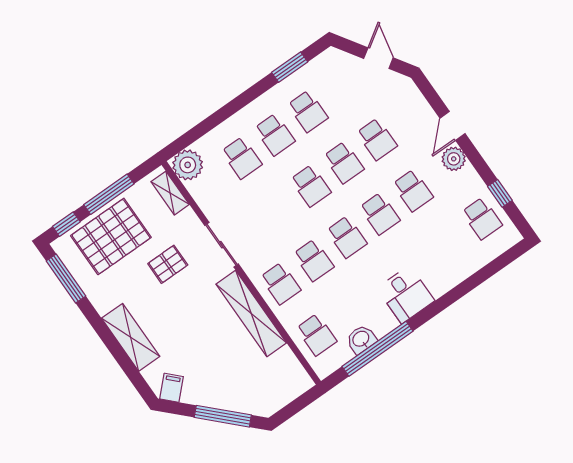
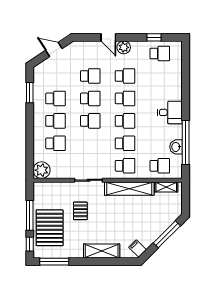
shelving: (170, 193) -> (166, 187), moved

